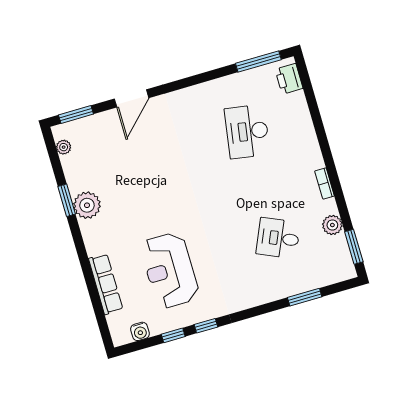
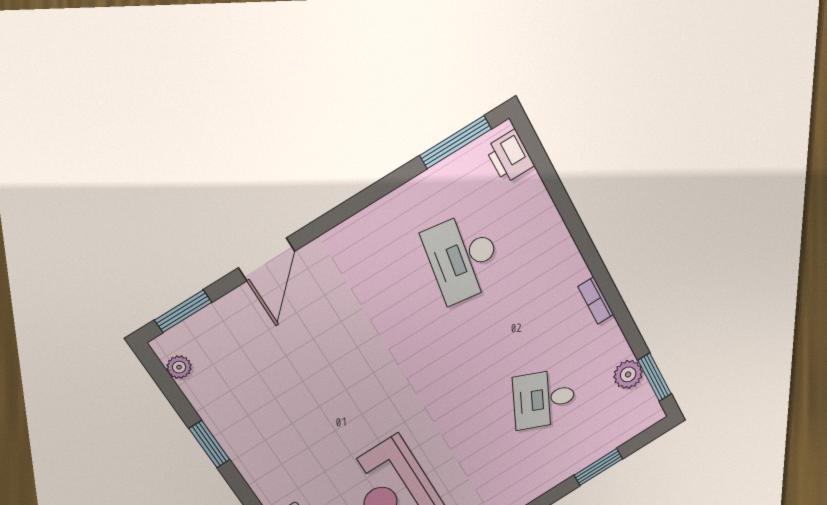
plant: (87, 205) -> (244, 441), removed
plant: (332, 225) -> (628, 374), moved

